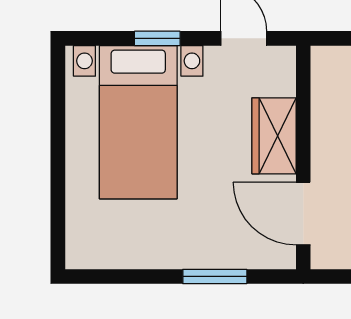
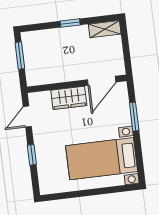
bed with nightstands: (138, 122) -> (102, 159), moved, turned 180

